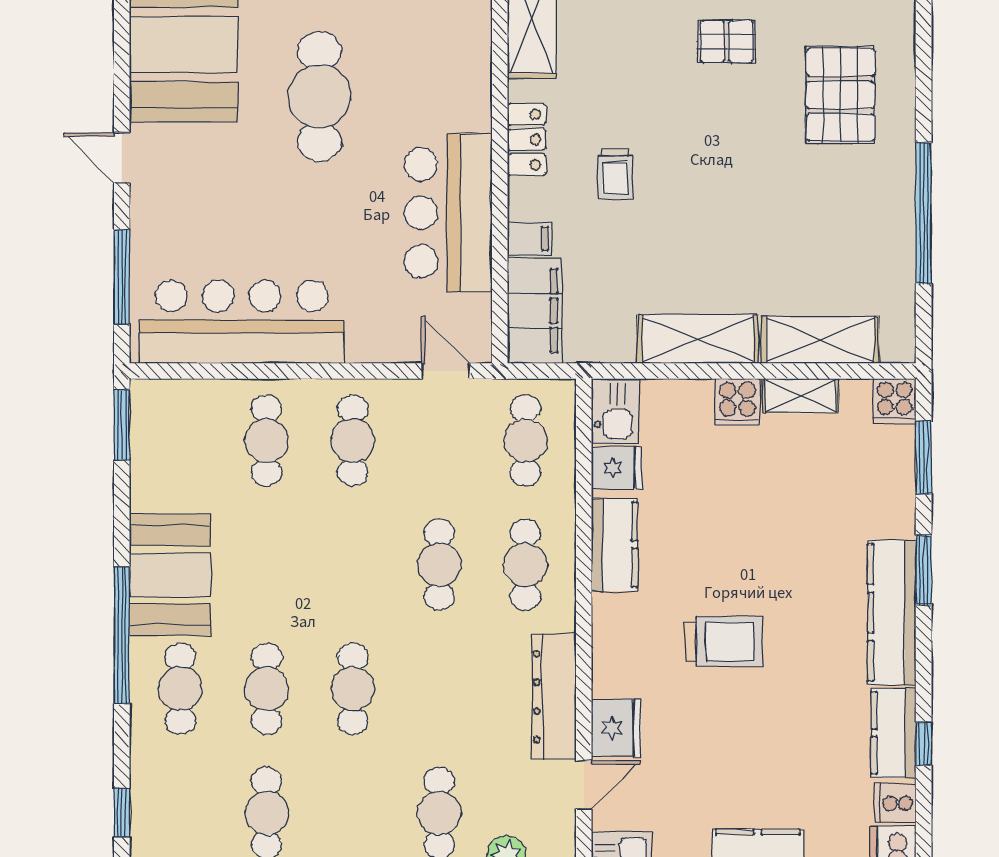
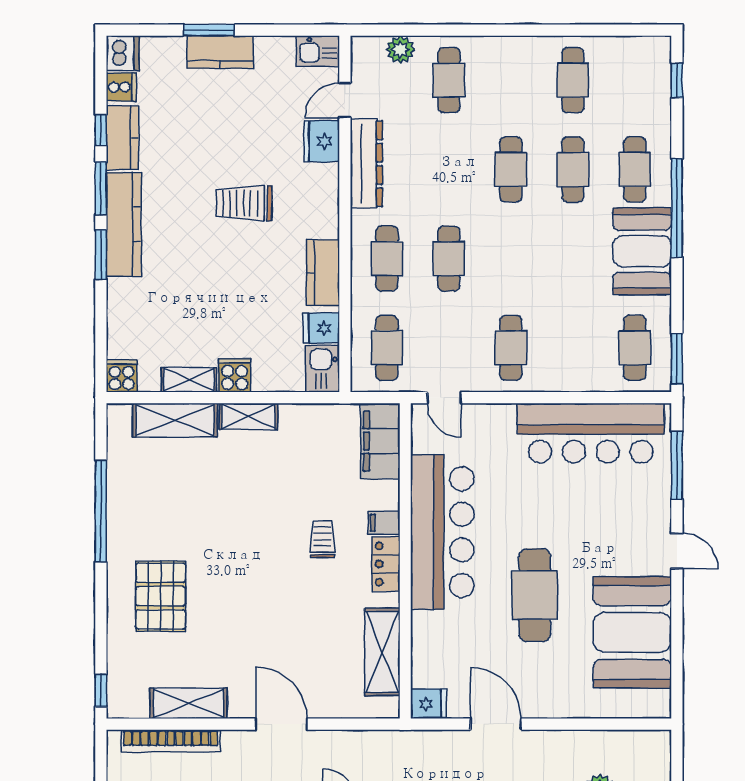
pallet: (727, 41) -> (242, 634), removed
bar counter: (448, 213) -> (442, 532), width x1.36
filing cabinet: (530, 238) -> (384, 523), moved
shelving: (698, 339) -> (248, 416), width x0.67, depth x0.75
cafe table: (267, 441) -> (635, 348), moved
window: (924, 458) -> (101, 188), moved

